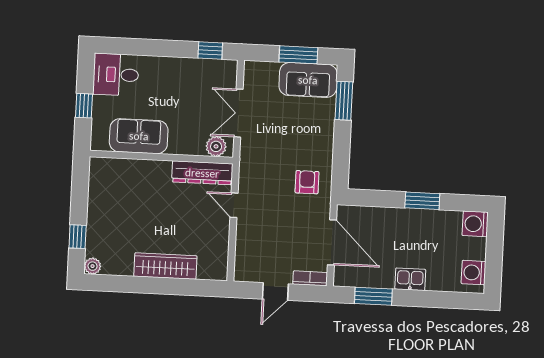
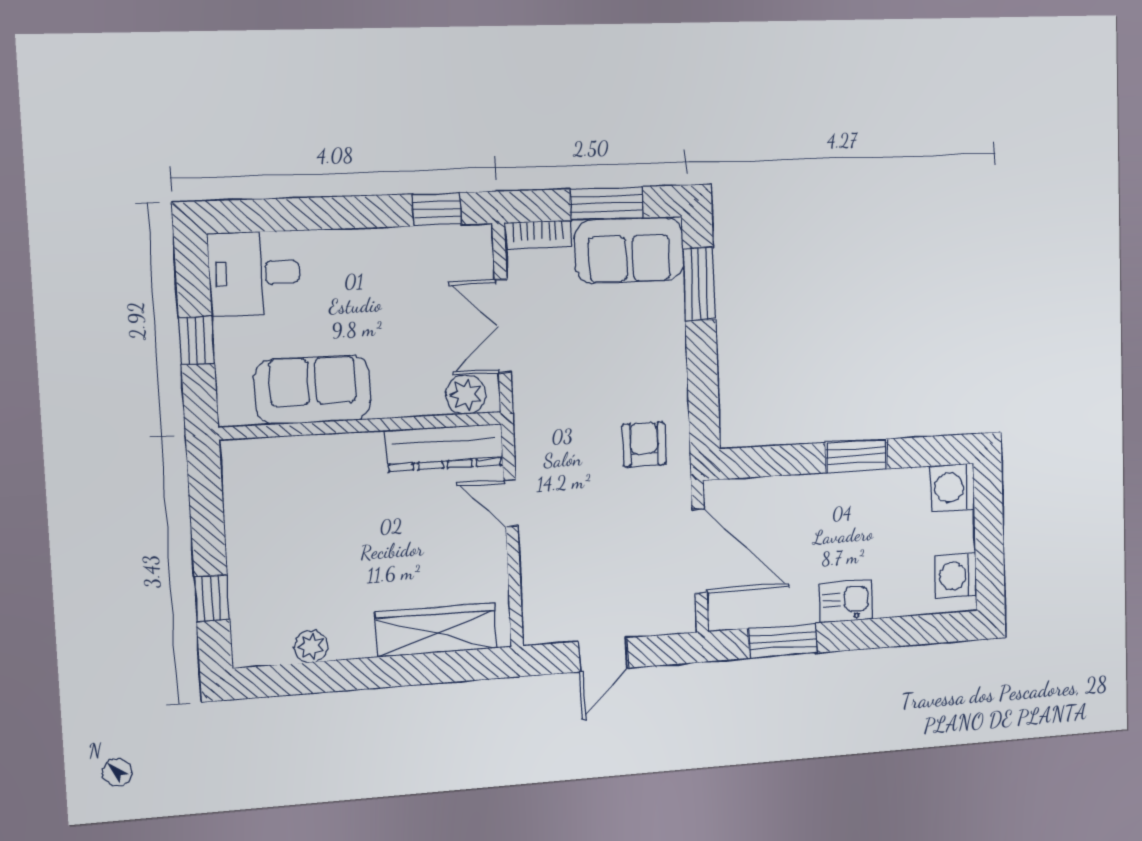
plant: (93, 266) -> (311, 646), moved
wardrobe: (165, 266) -> (436, 630), moved
bookcase: (310, 278) -> (538, 235), moved, turned 180

